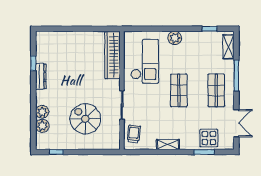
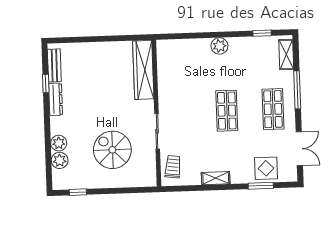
bench: (41, 49) -> (54, 65), added
checkout: (145, 61) -> (183, 76), removed

